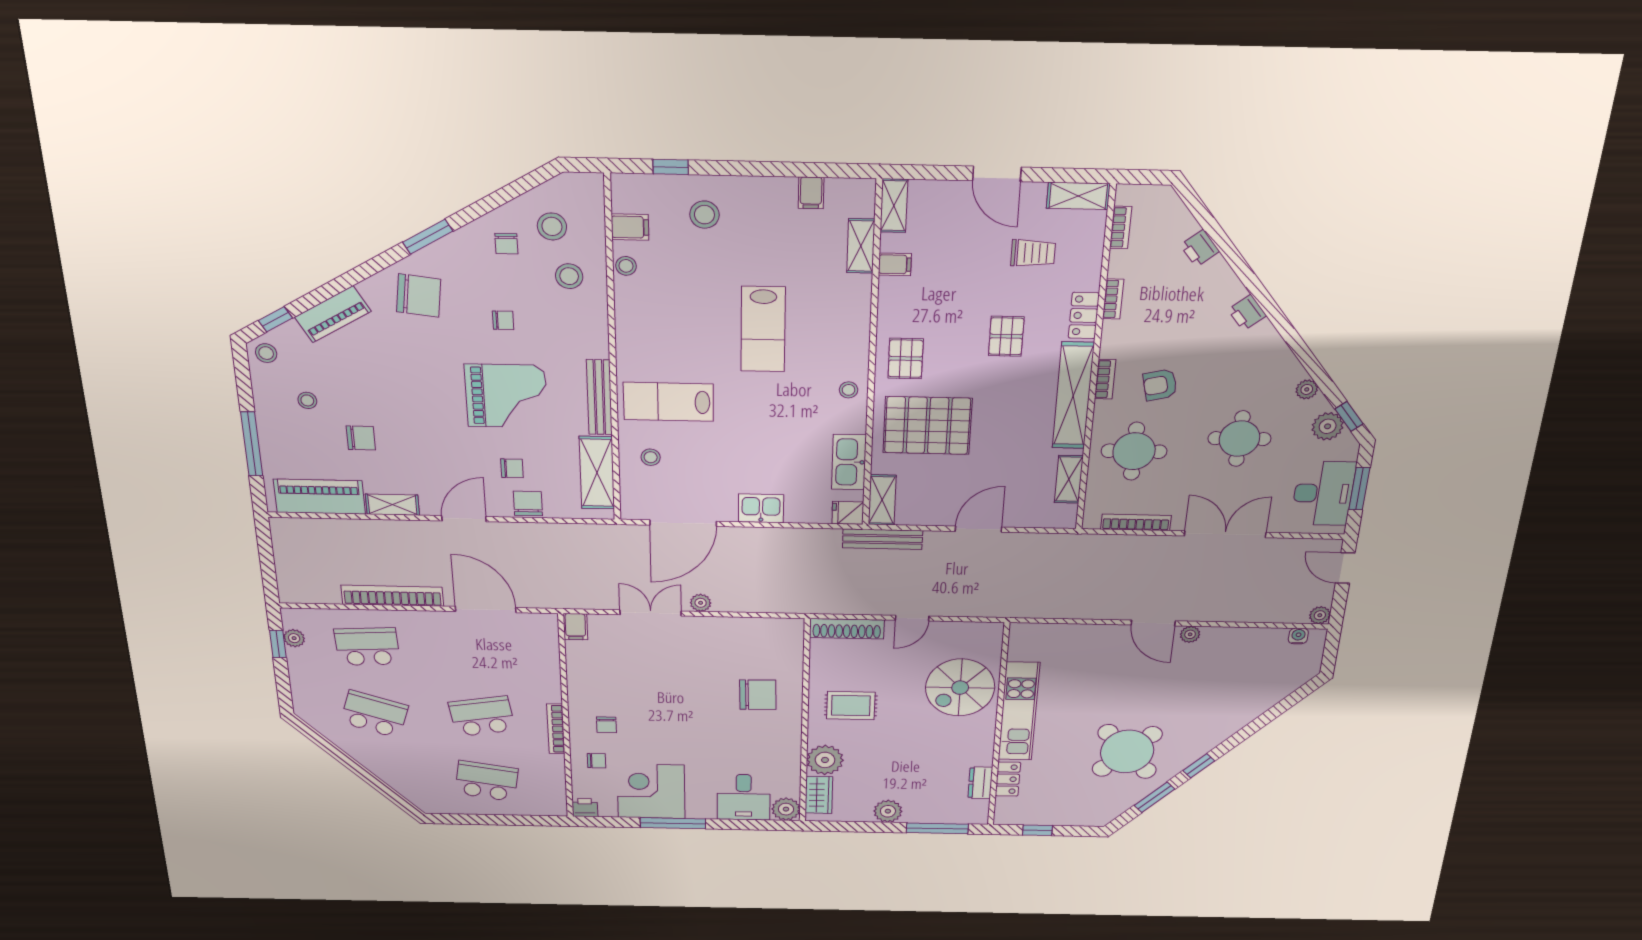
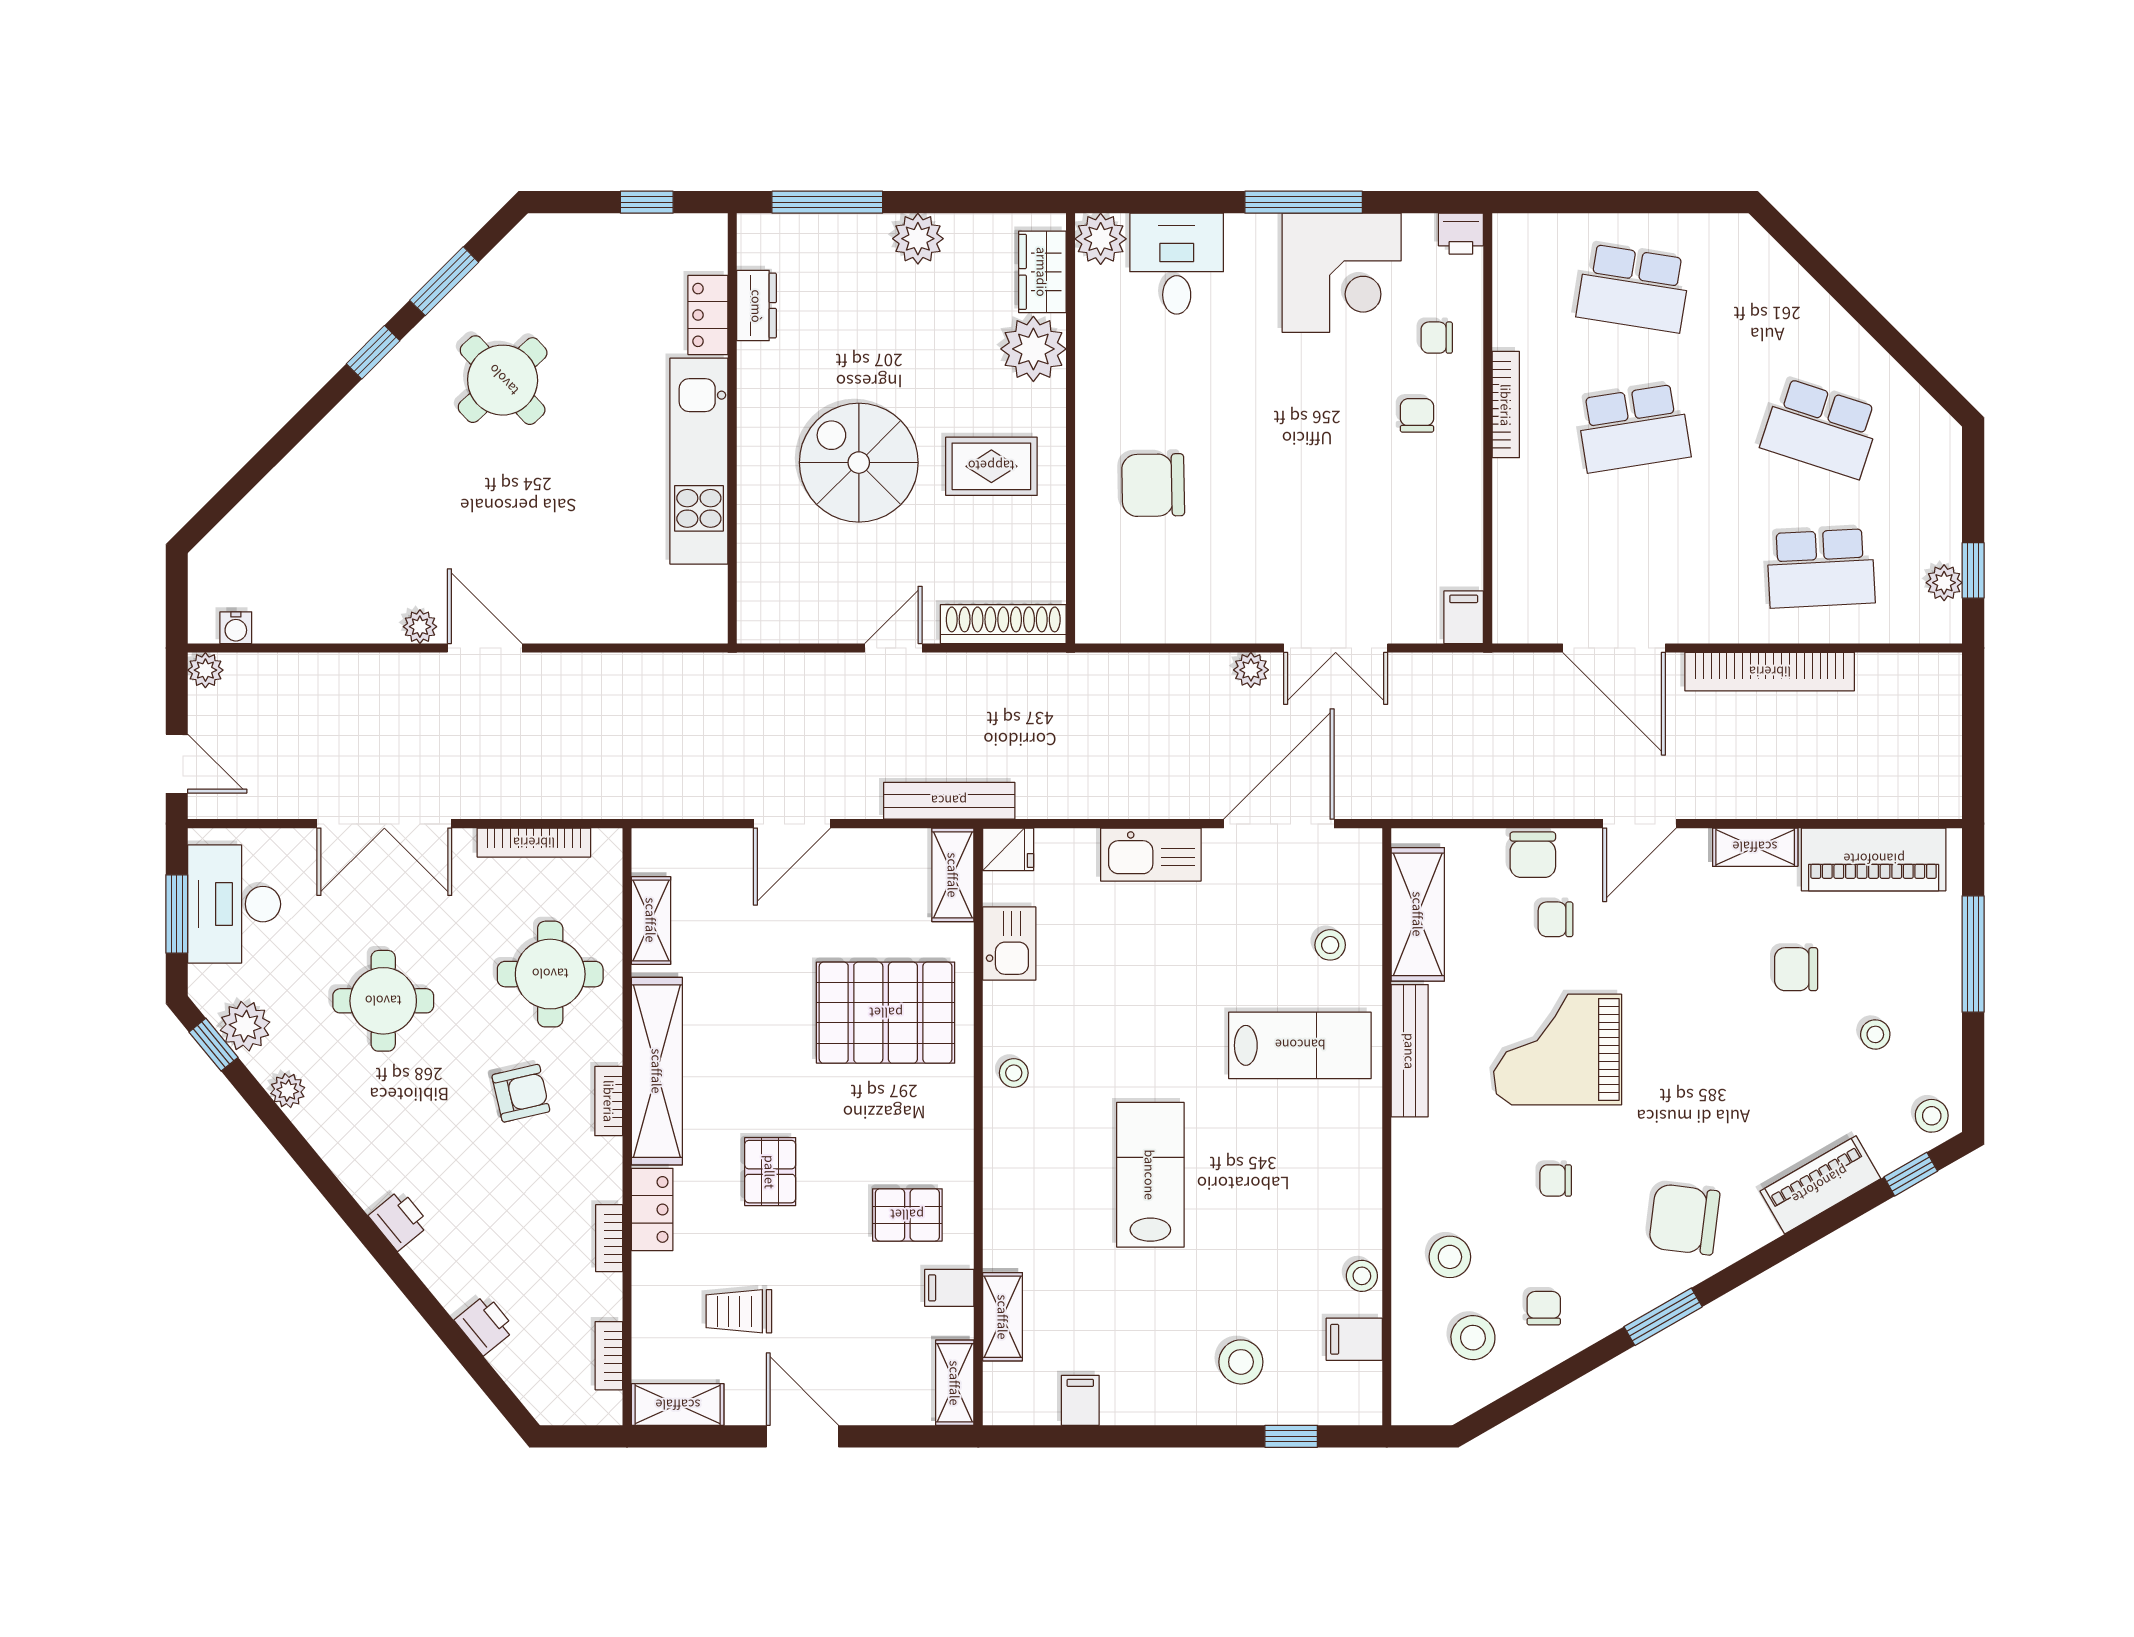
pallet: (906, 359) -> (907, 1215), moved, turned 90
kitchen sink: (849, 462) -> (1009, 944), width x0.73
kitchen sink: (761, 508) -> (1151, 855), width x1.38
spiral stairs: (960, 688) -> (859, 463), moved, turned -90
round table: (1127, 752) -> (503, 380), width x0.73, depth x0.73

